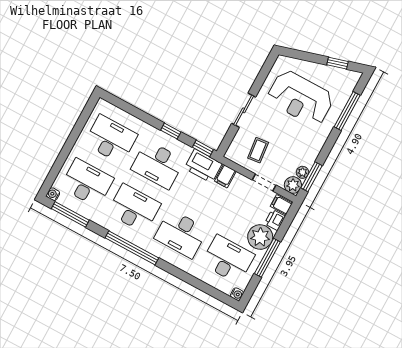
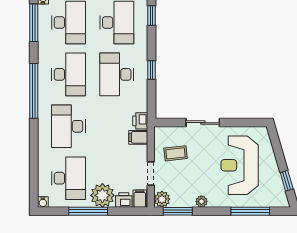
window: (203, 148) -> (151, 15), moved
printer: (203, 166) -> (140, 121), width x0.53, depth x0.68
plant: (302, 172) -> (201, 202), moved

